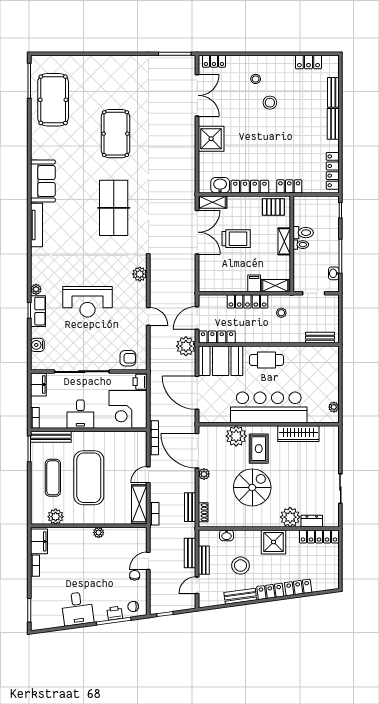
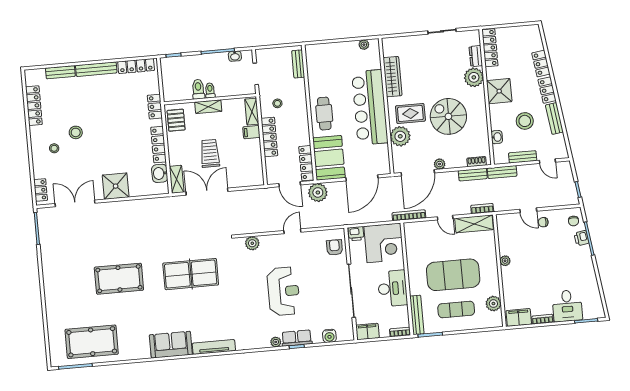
locker: (308, 62) -> (34, 106), width x1.53
bench: (333, 124) -> (96, 69), width x1.36
desk: (80, 414) -> (392, 288), width x1.37
bench: (190, 553) -> (502, 172), moved
desk: (77, 609) -> (567, 306), moved, turned 98

